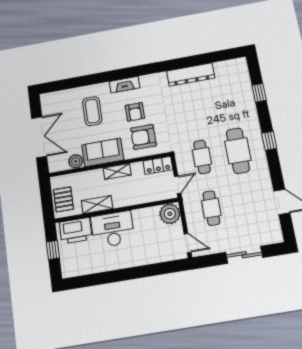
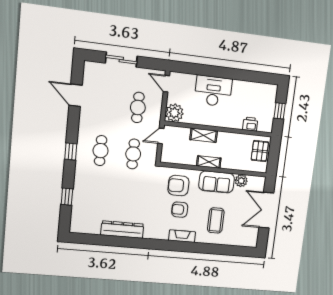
armchair: (135, 112) -> (180, 210), turned -90
armchair: (143, 137) -> (178, 186), turned 180
cafe table: (238, 151) -> (101, 151), width x0.73, depth x0.74
locker: (158, 165) -> (173, 157), removed
shelving: (97, 205) -> (204, 135), moved
desk: (113, 229) -> (213, 91), moved, turned 180
printer: (76, 231) -> (250, 124), width x0.53, depth x0.68

